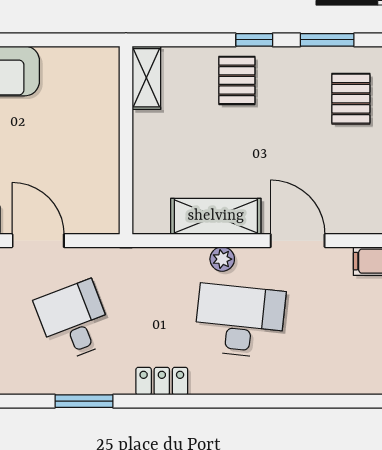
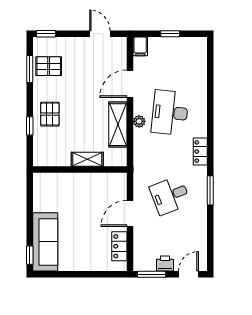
window: (254, 40) -> (30, 126), moved
shelving: (146, 78) -> (87, 159), moved
pallet: (237, 80) -> (50, 114), turned 90
pallet: (351, 99) -> (49, 66), moved

